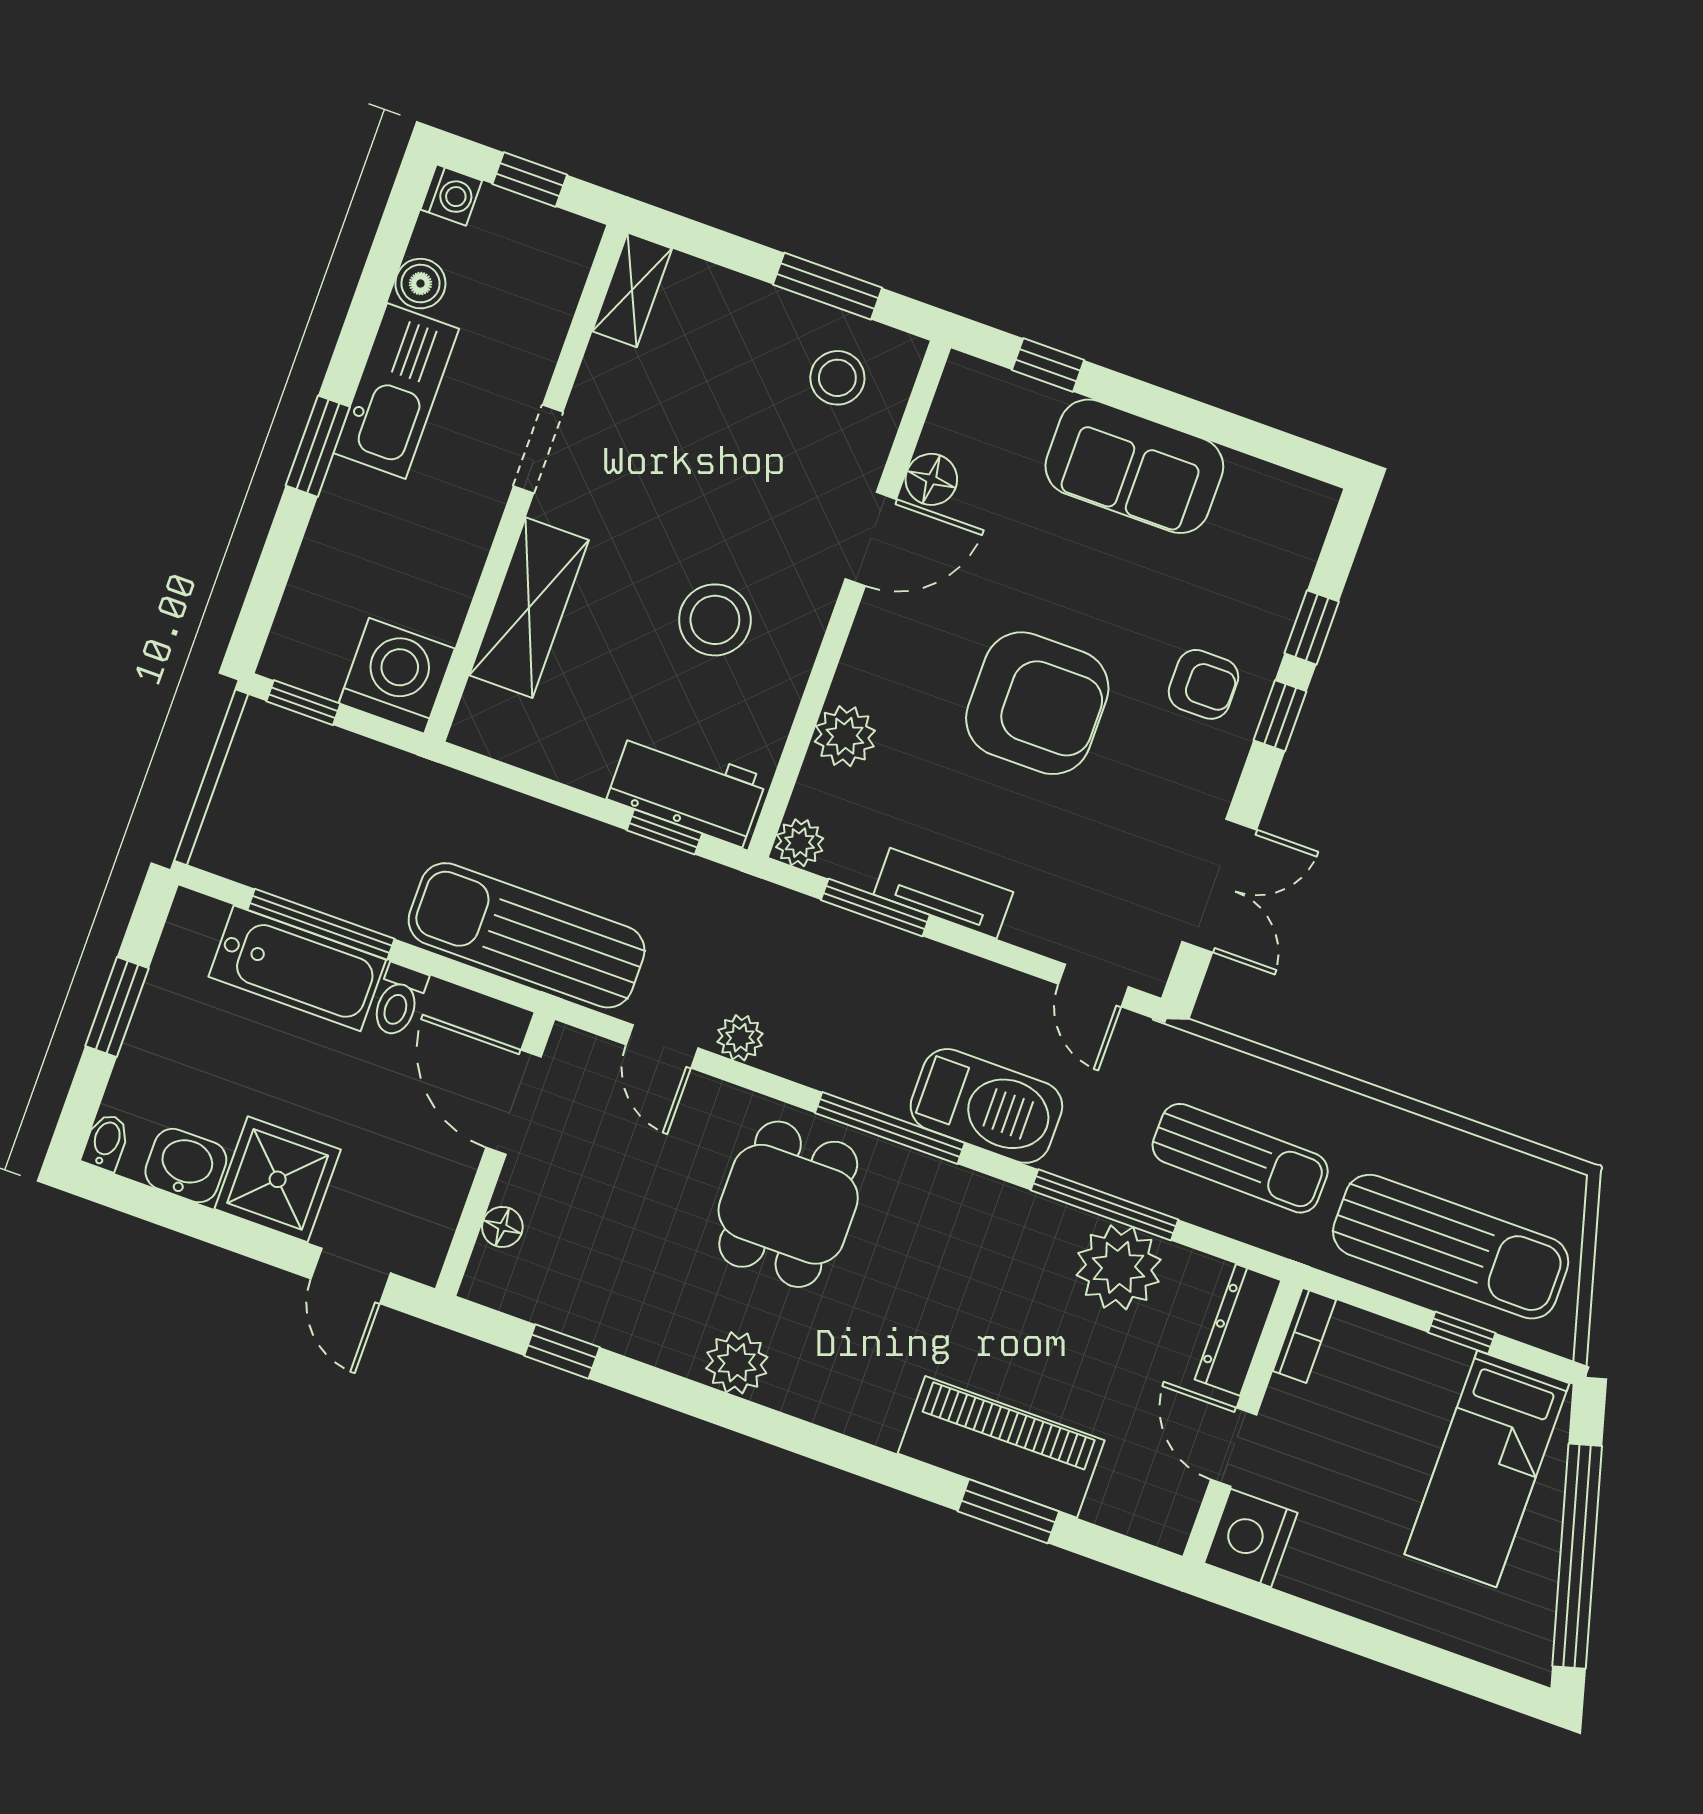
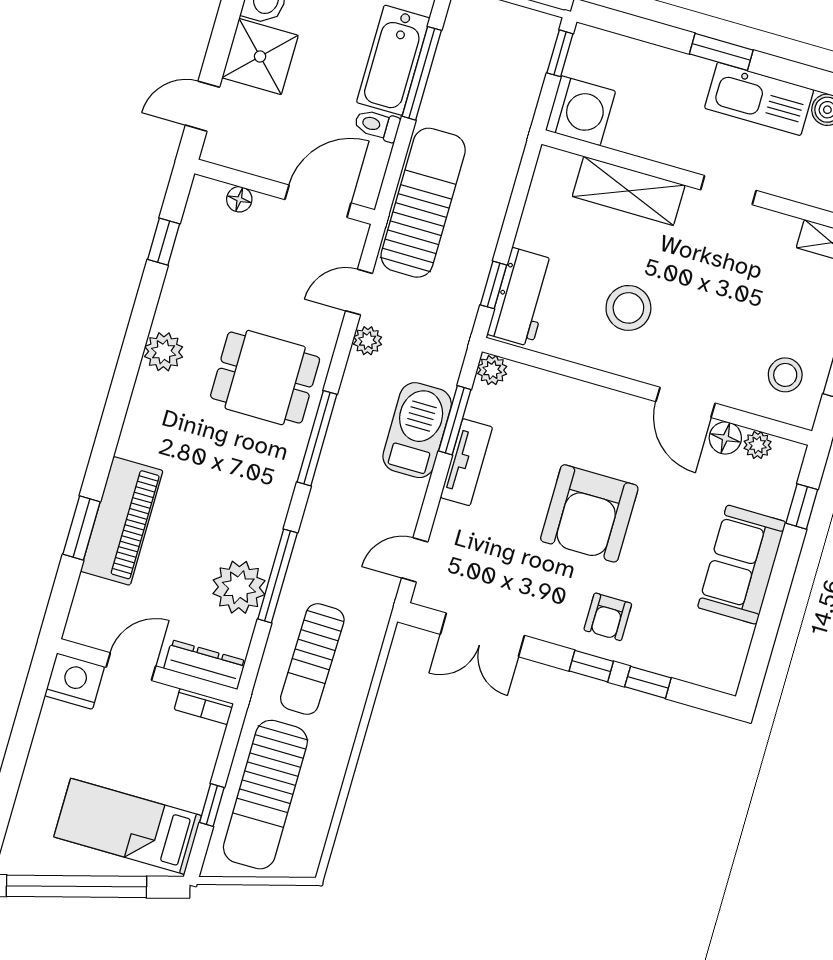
plant: (845, 736) -> (758, 445), moved, width x0.73, depth x0.73
barbecue: (986, 1106) -> (417, 430), moved, turned 180

